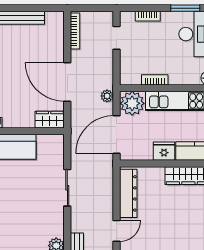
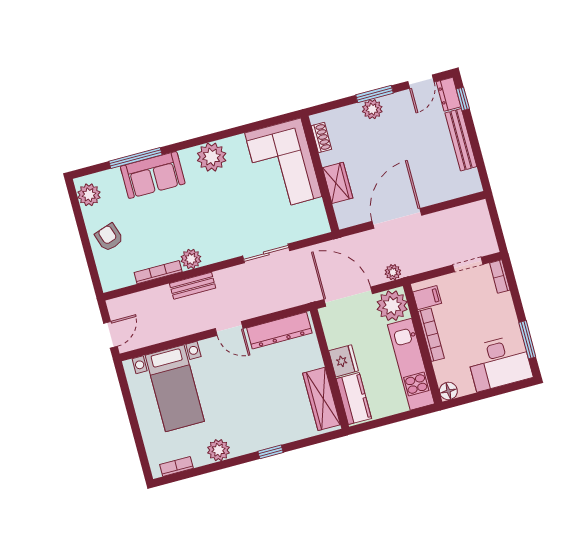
bookcase: (148, 16) -> (500, 276), moved
bookcase: (75, 31) -> (463, 211), removed
filing cabinet: (133, 75) -> (427, 298), added
bookcase: (155, 80) -> (431, 335), width x1.56
wardrobe: (50, 120) -> (338, 183), moved

